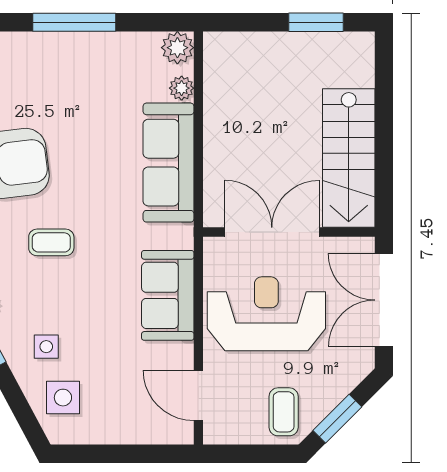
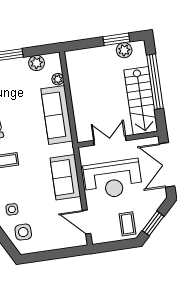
plant: (329, 47) -> (124, 50), added
plant: (177, 48) -> (37, 63), moved
window: (384, 122) -> (155, 82), added
double door: (272, 232) -> (110, 140), width x0.73
reception desk: (266, 314) -> (113, 179), turned 180

